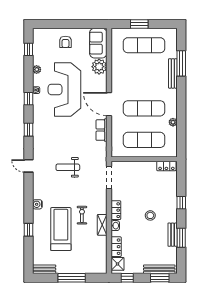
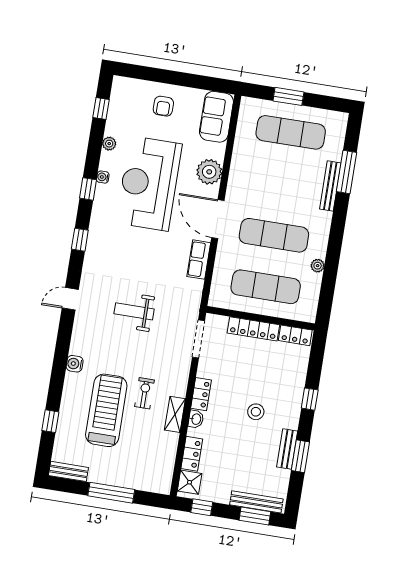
plant: (99, 67) -> (209, 172), moved
door: (28, 166) -> (70, 299), hinge flipped
locker: (141, 166) -> (253, 329), added
window: (28, 230) -> (50, 421), moved

